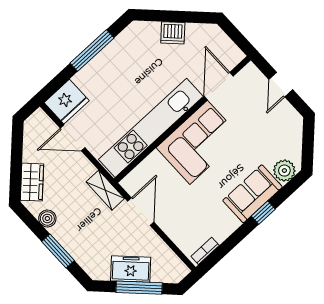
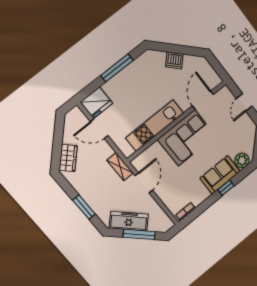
kitchen unit: (151, 128) -> (155, 126), width x0.73
boiler: (47, 219) -> (78, 184), removed
freezer: (131, 269) -> (129, 221), width x1.40

